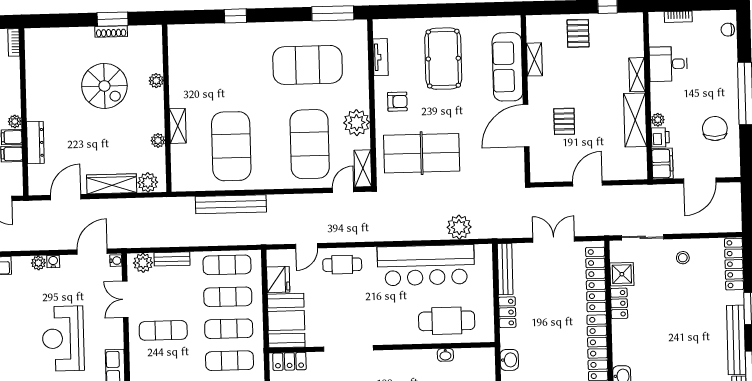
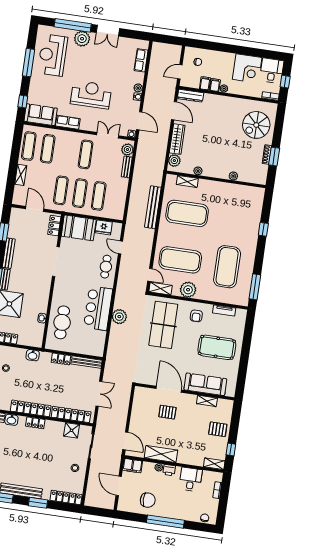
shelving: (637, 75) -> (214, 464), moved
spiral stairs: (104, 86) -> (256, 125), moved
shelving: (178, 126) -> (187, 181), moved
printer: (660, 137) -> (169, 470), moved
dresser: (35, 143) -> (191, 96), moved
door: (587, 184) -> (125, 441), moved
plant: (459, 227) -> (119, 317), moved
exercise mat: (227, 265) -> (118, 199), removed
bar counter: (426, 265) -> (98, 308), width x0.73
locker: (619, 303) -> (35, 423), moved

